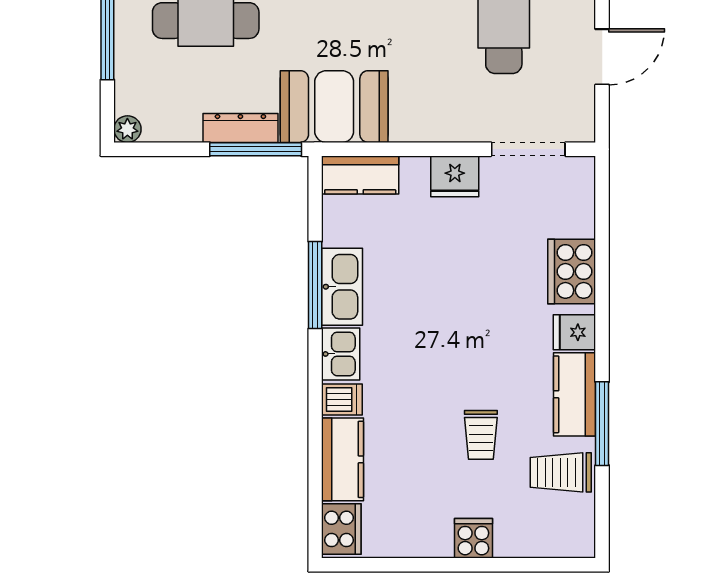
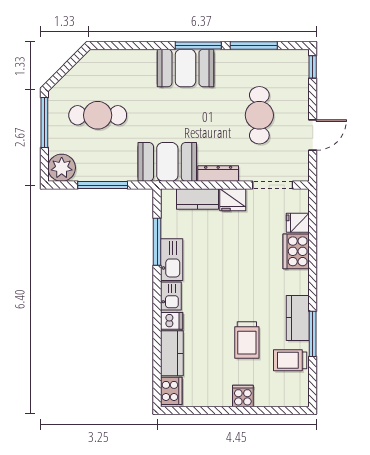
dresser: (240, 128) -> (218, 174), moved
plant: (127, 129) -> (62, 168), width x1.88, depth x1.88
window: (256, 149) -> (103, 185), moved
kitchen counter: (360, 175) -> (198, 199), moved
window: (315, 285) -> (157, 242), moved
fridge: (574, 332) -> (298, 223), moved
trolley: (481, 435) -> (247, 340), width x1.36, depth x1.39

